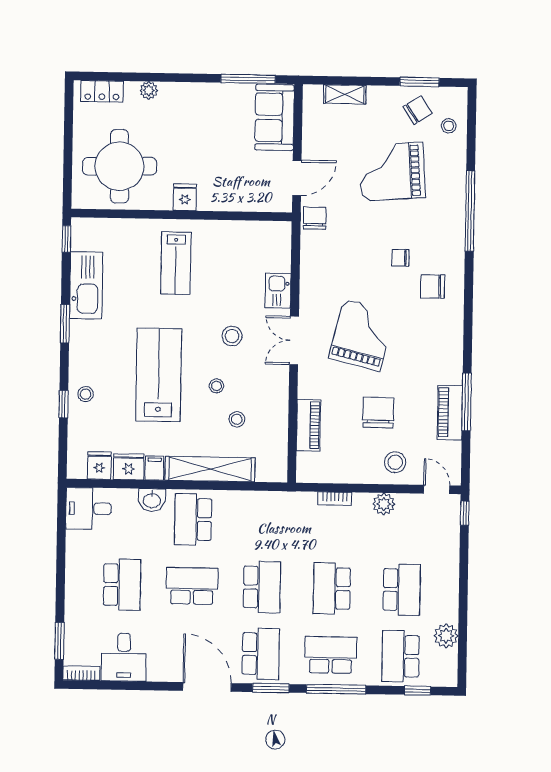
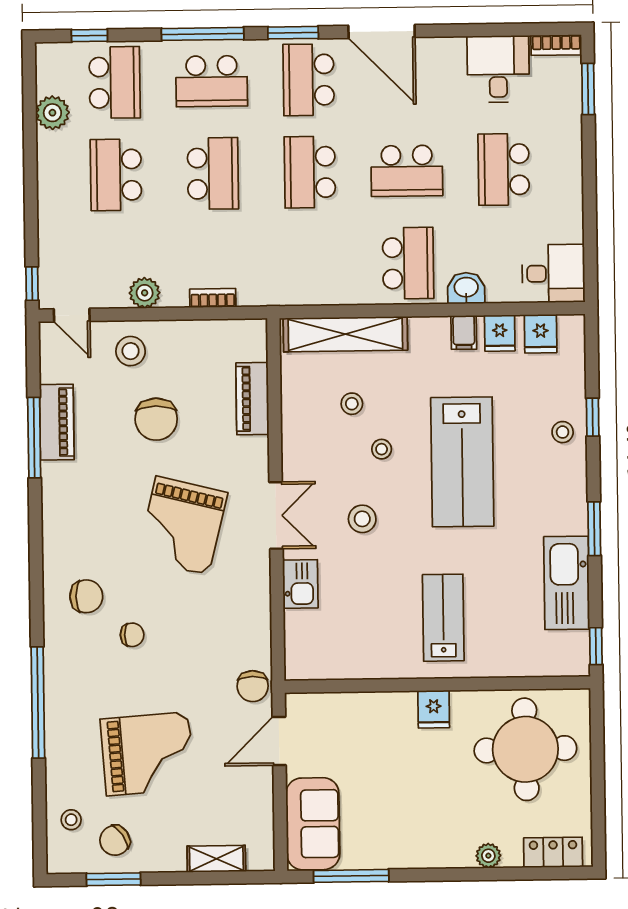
fridge: (129, 467) -> (500, 333), width x0.72
shelving: (210, 469) -> (345, 334), moved

